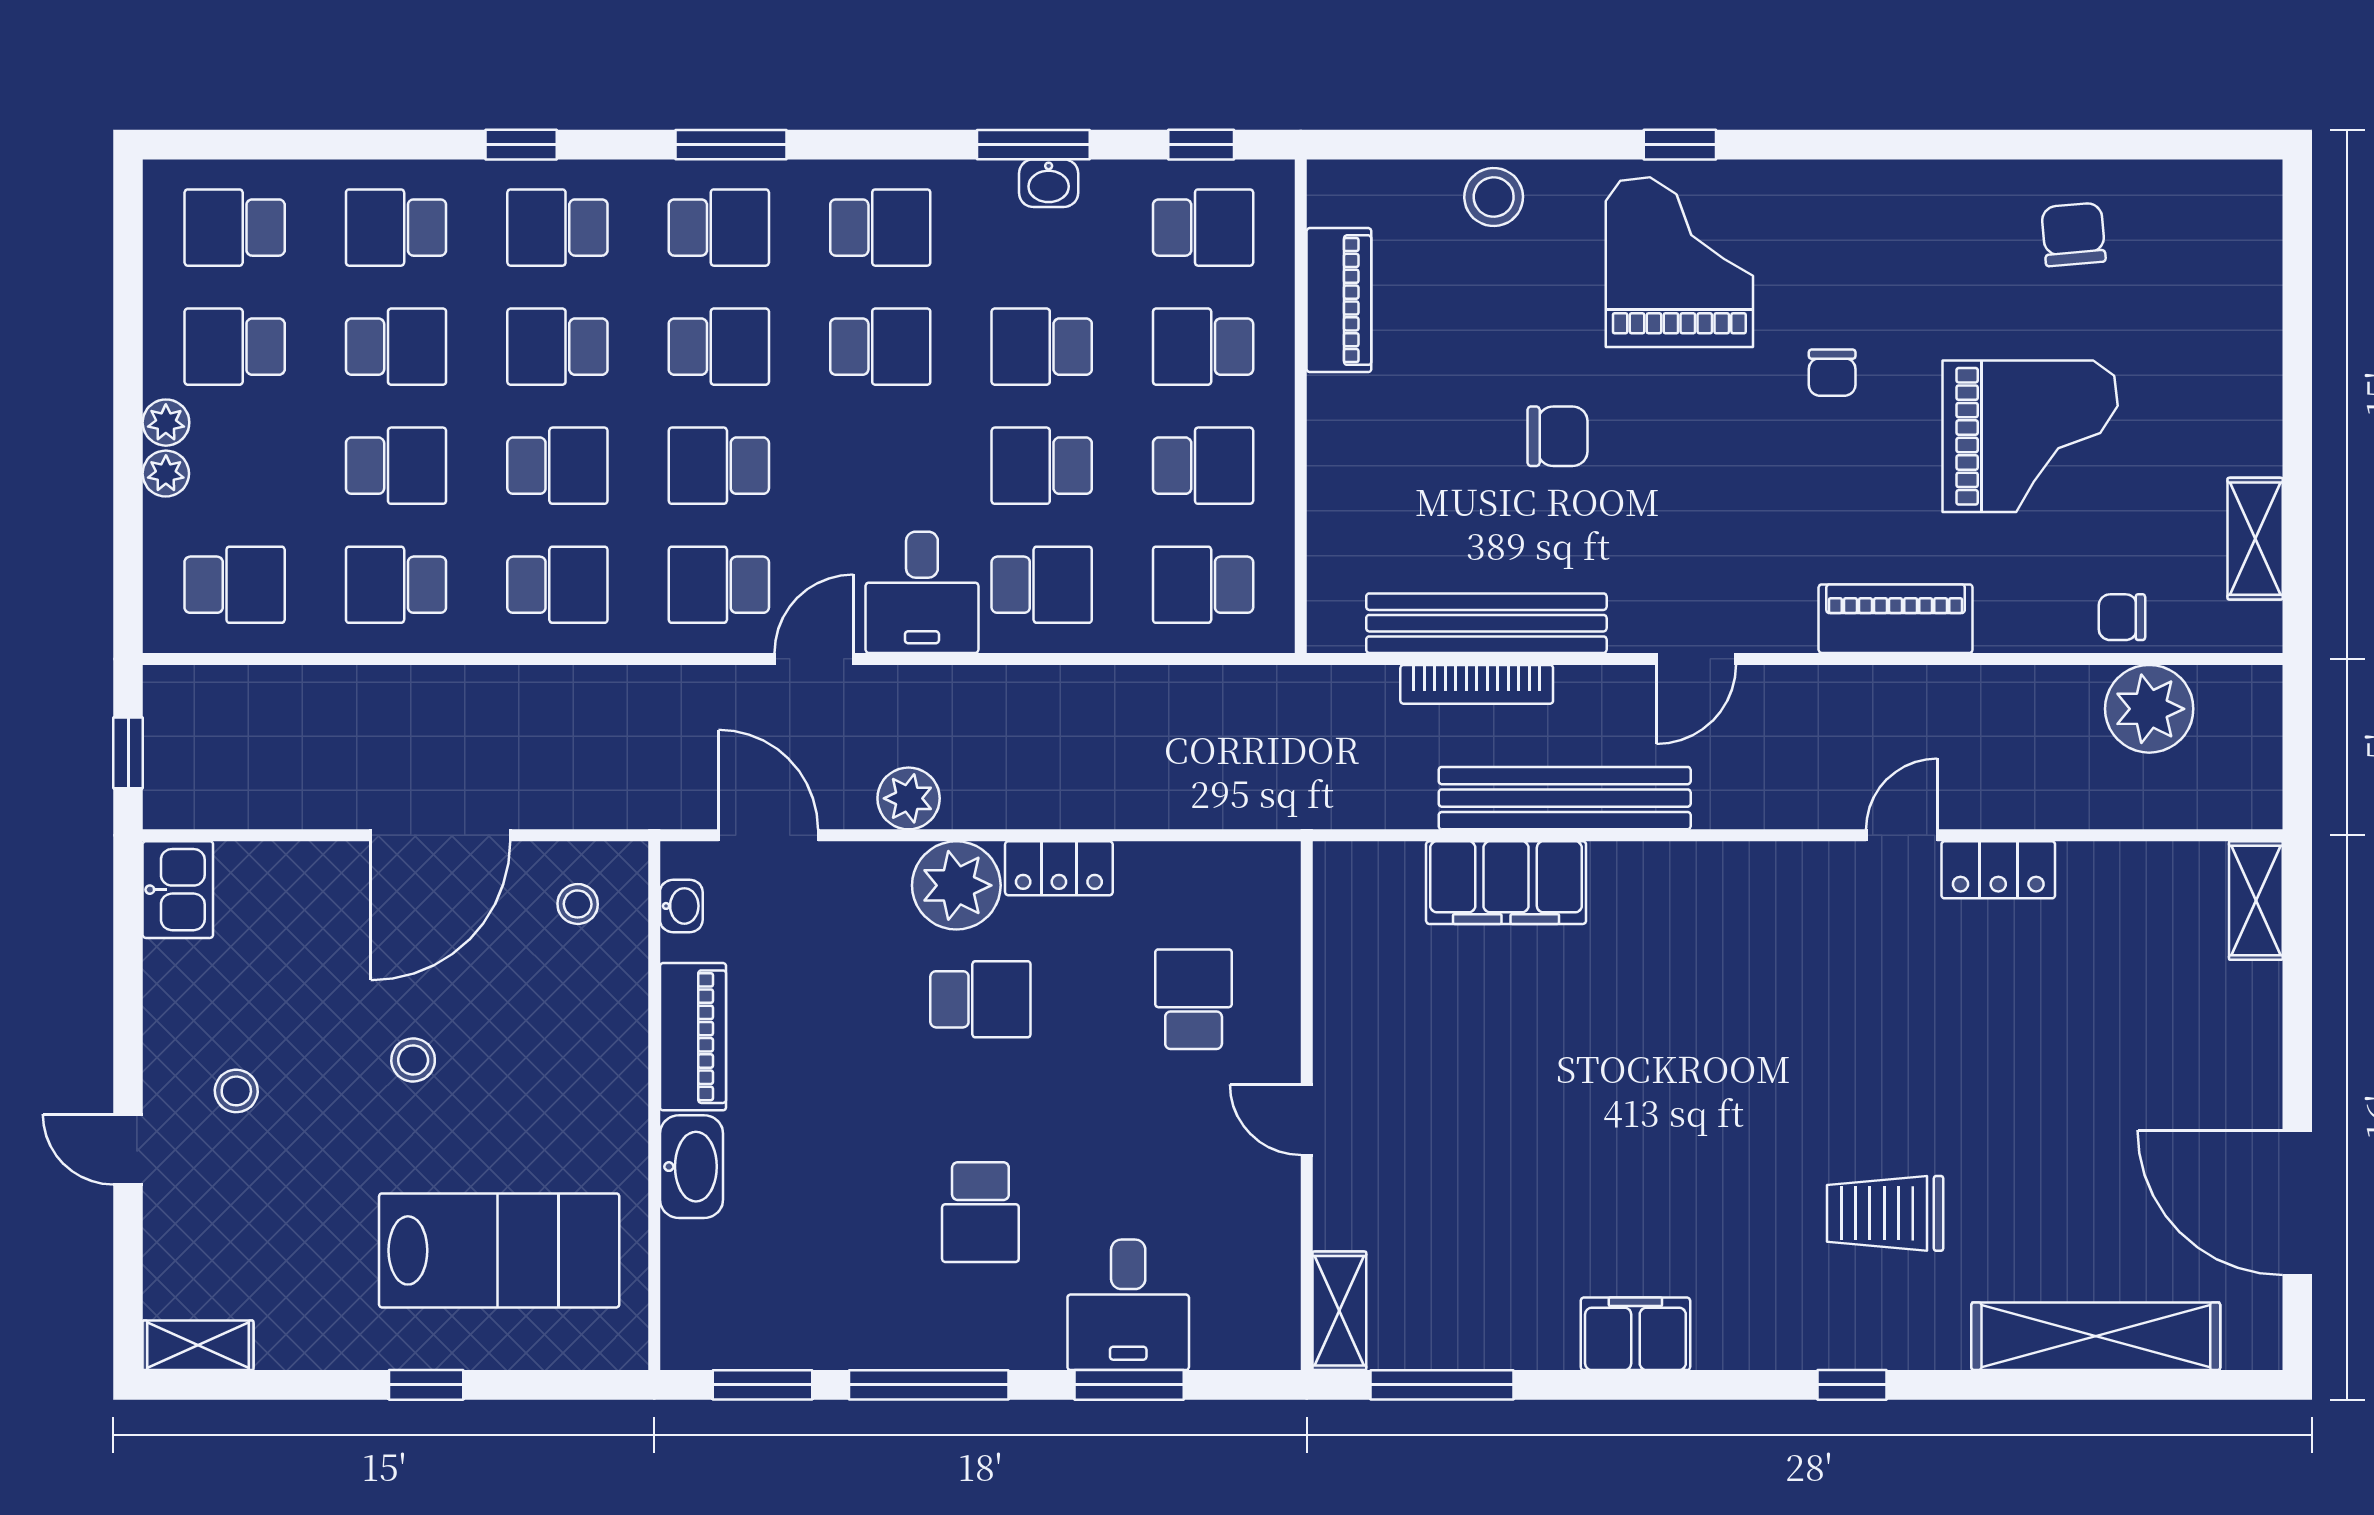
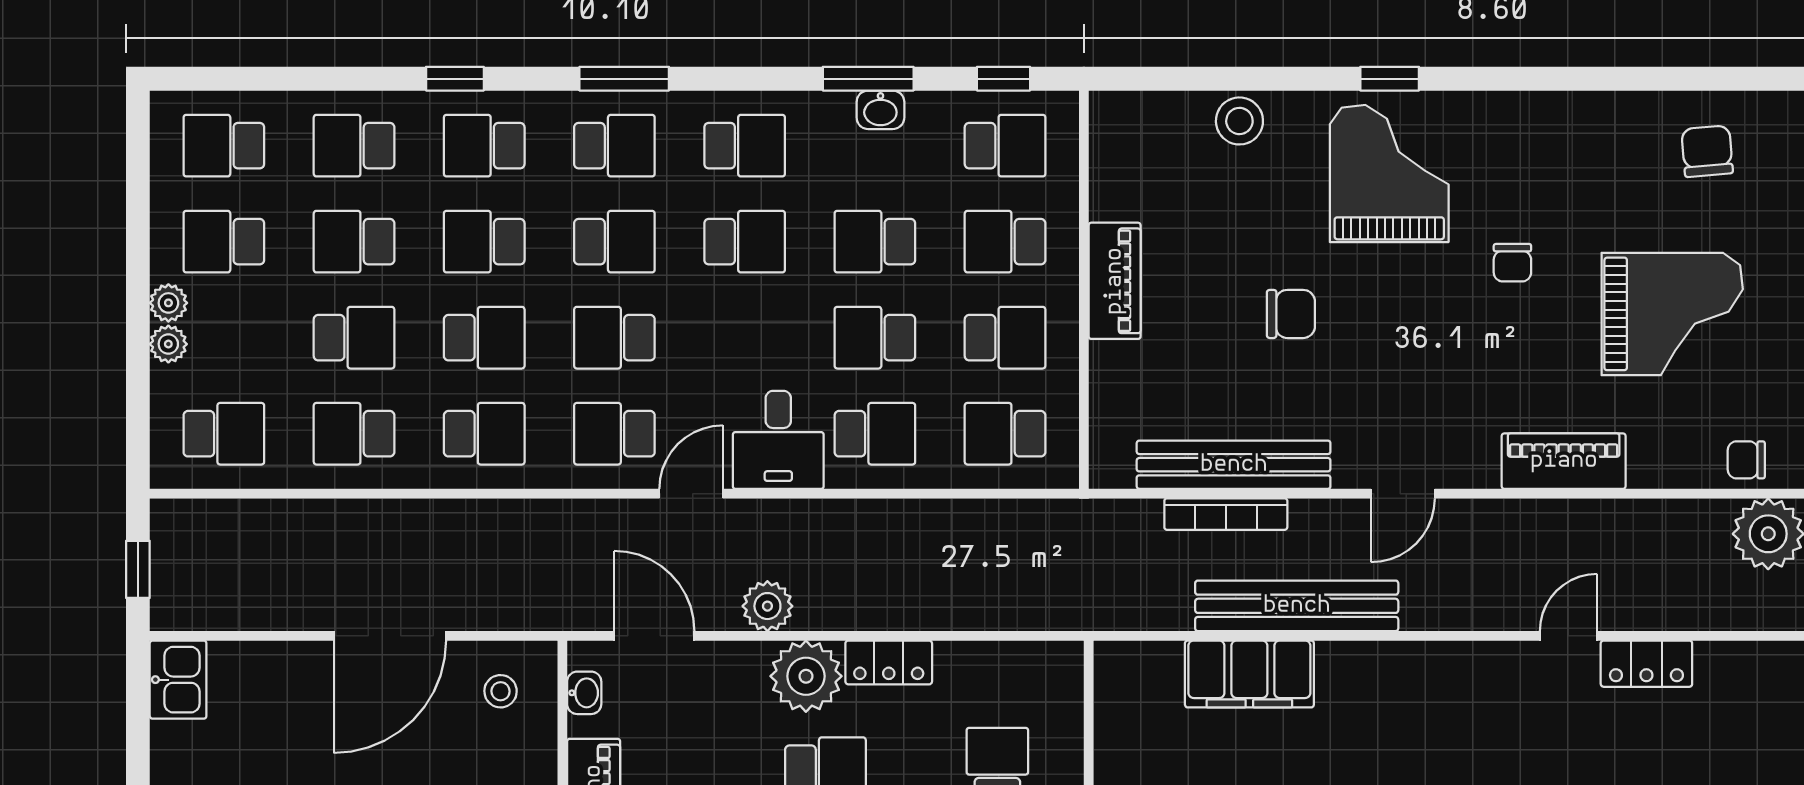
piano: (1339, 300) -> (1115, 281), moved
school desk: (396, 347) -> (354, 242), turned 180

